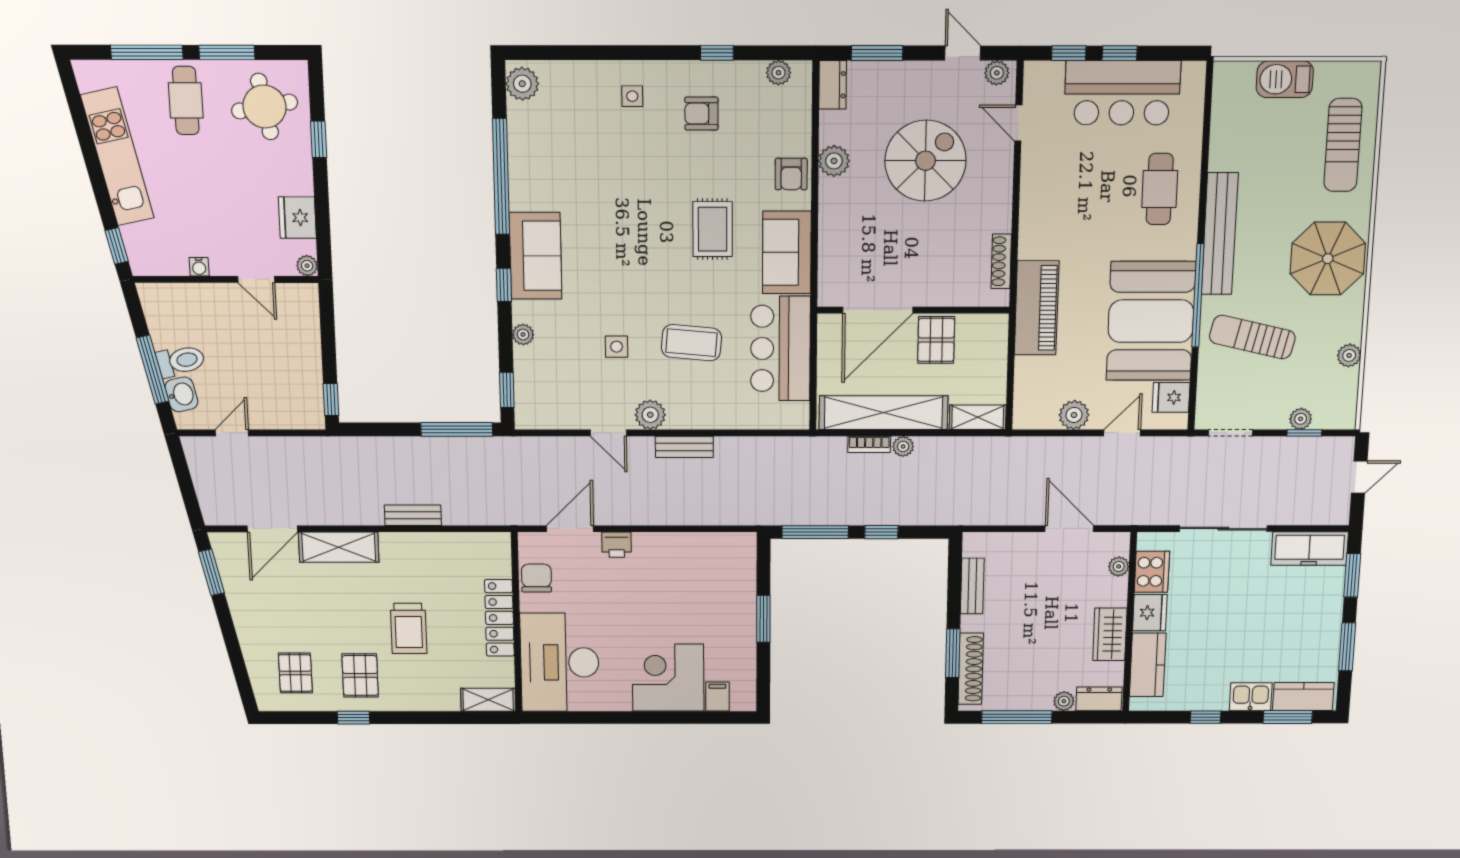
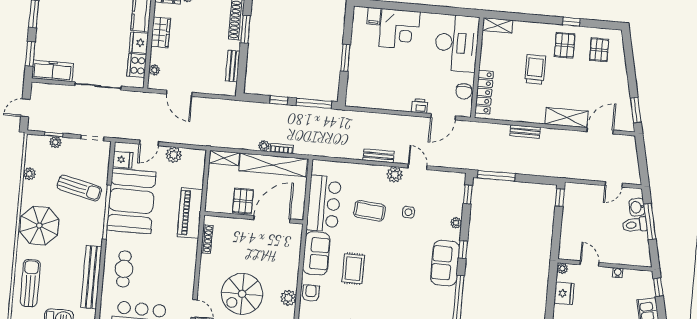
bench: (1220, 234) -> (91, 277), moved
locker: (499, 618) -> (484, 92), moved

